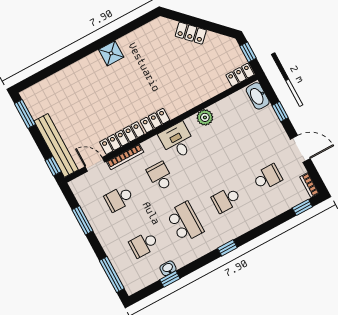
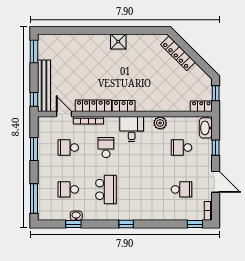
locker: (191, 33) -> (178, 53), width x1.53
school desk: (226, 200) -> (181, 148), moved

